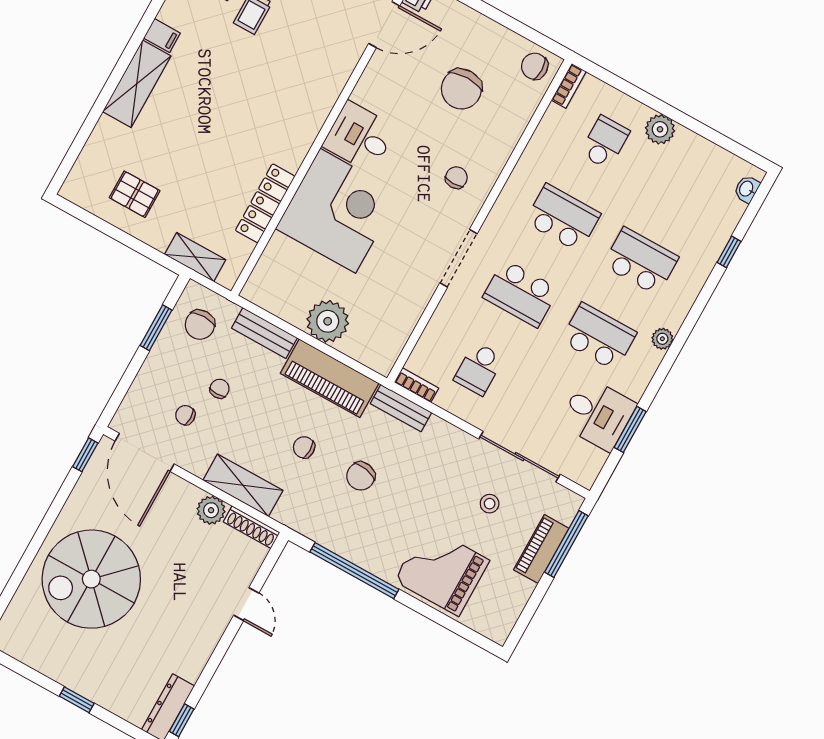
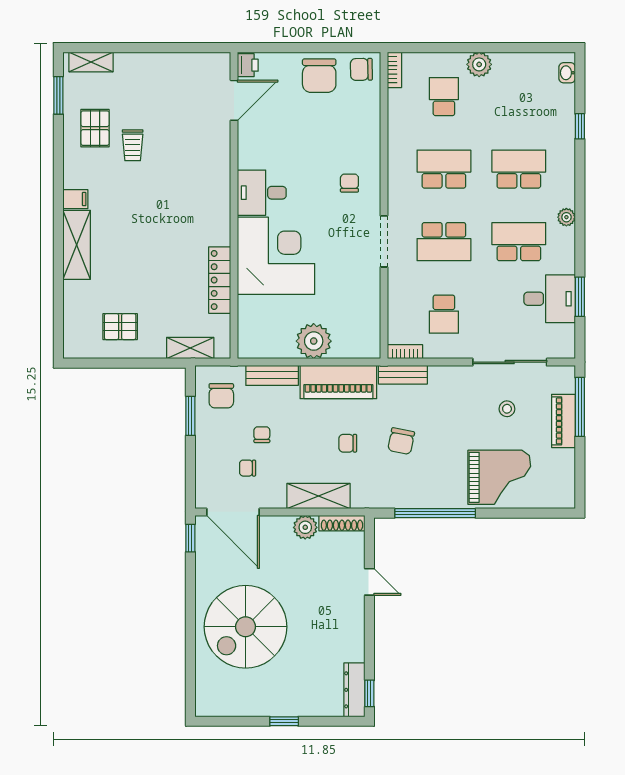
chair: (461, 89) -> (319, 76), moved
grand piano: (442, 571) -> (499, 477), turned 180

